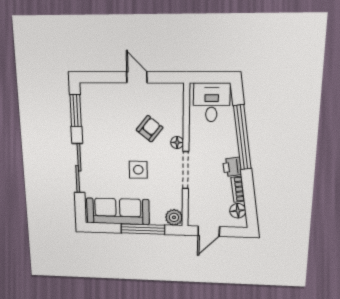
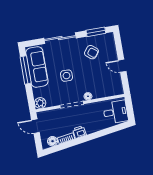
door: (137, 77) -> (122, 66), swing flipped
armchair: (150, 129) -> (91, 52), moved
window: (242, 137) -> (98, 134), removed
window: (143, 229) -> (26, 70), moved

